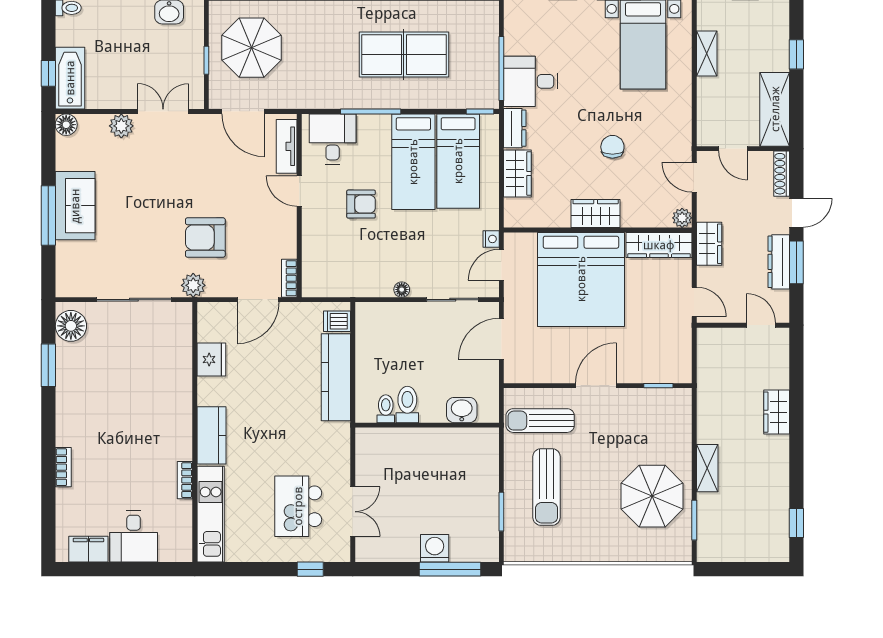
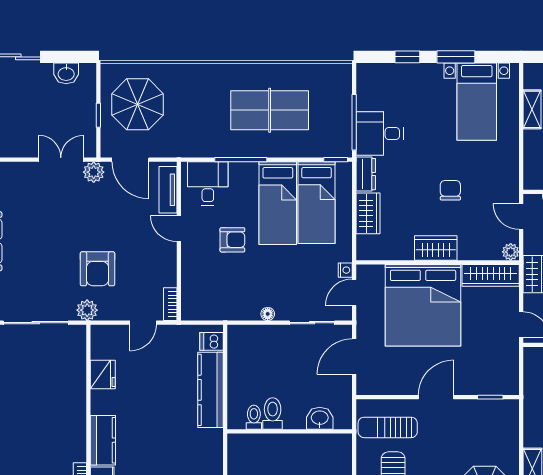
plant: (121, 126) -> (94, 172), moved
armchair: (205, 238) -> (98, 269), turned -90
door: (258, 300) -> (143, 323), width x0.73

